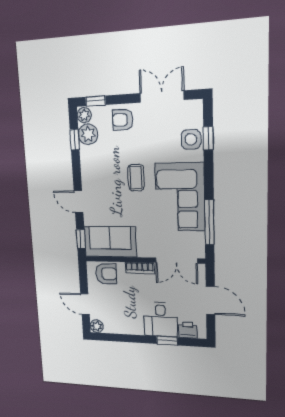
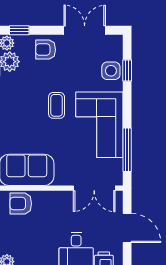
bookcase: (140, 268) -> (57, 197), removed
armchair: (106, 274) -> (21, 204), turned 180

